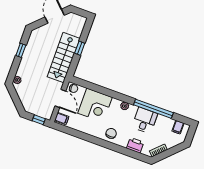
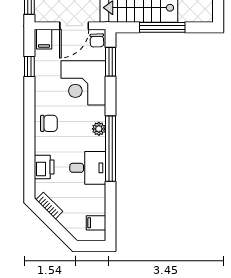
window: (80, 48) -> (162, 27), width x2.17
window: (89, 85) -> (110, 62), added
window: (153, 109) -> (110, 149), moved
window: (74, 133) -> (29, 66), added

